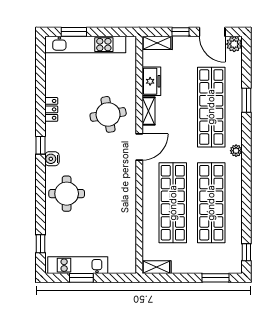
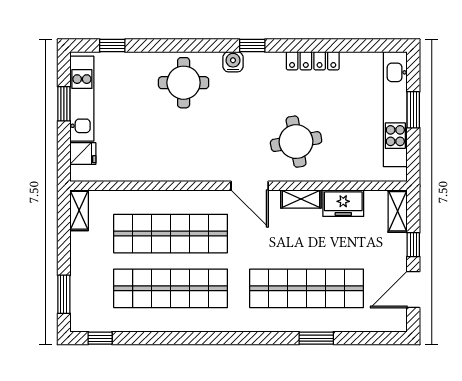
window: (74, 32) -> (413, 110), moved
plant: (234, 44) -> (396, 321), removed
locker: (51, 109) -> (313, 61), width x1.53
plant: (236, 151) -> (245, 324), removed
fridge: (116, 264) -> (83, 154), added

